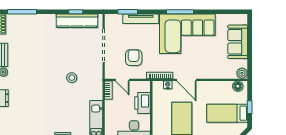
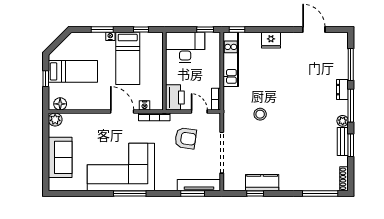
tv unit: (141, 19) -> (199, 185), moved
kitchen counter: (77, 21) -> (262, 183), width x0.67
armchair: (134, 58) -> (186, 138), turned -82
printer: (143, 103) -> (175, 97), moved

